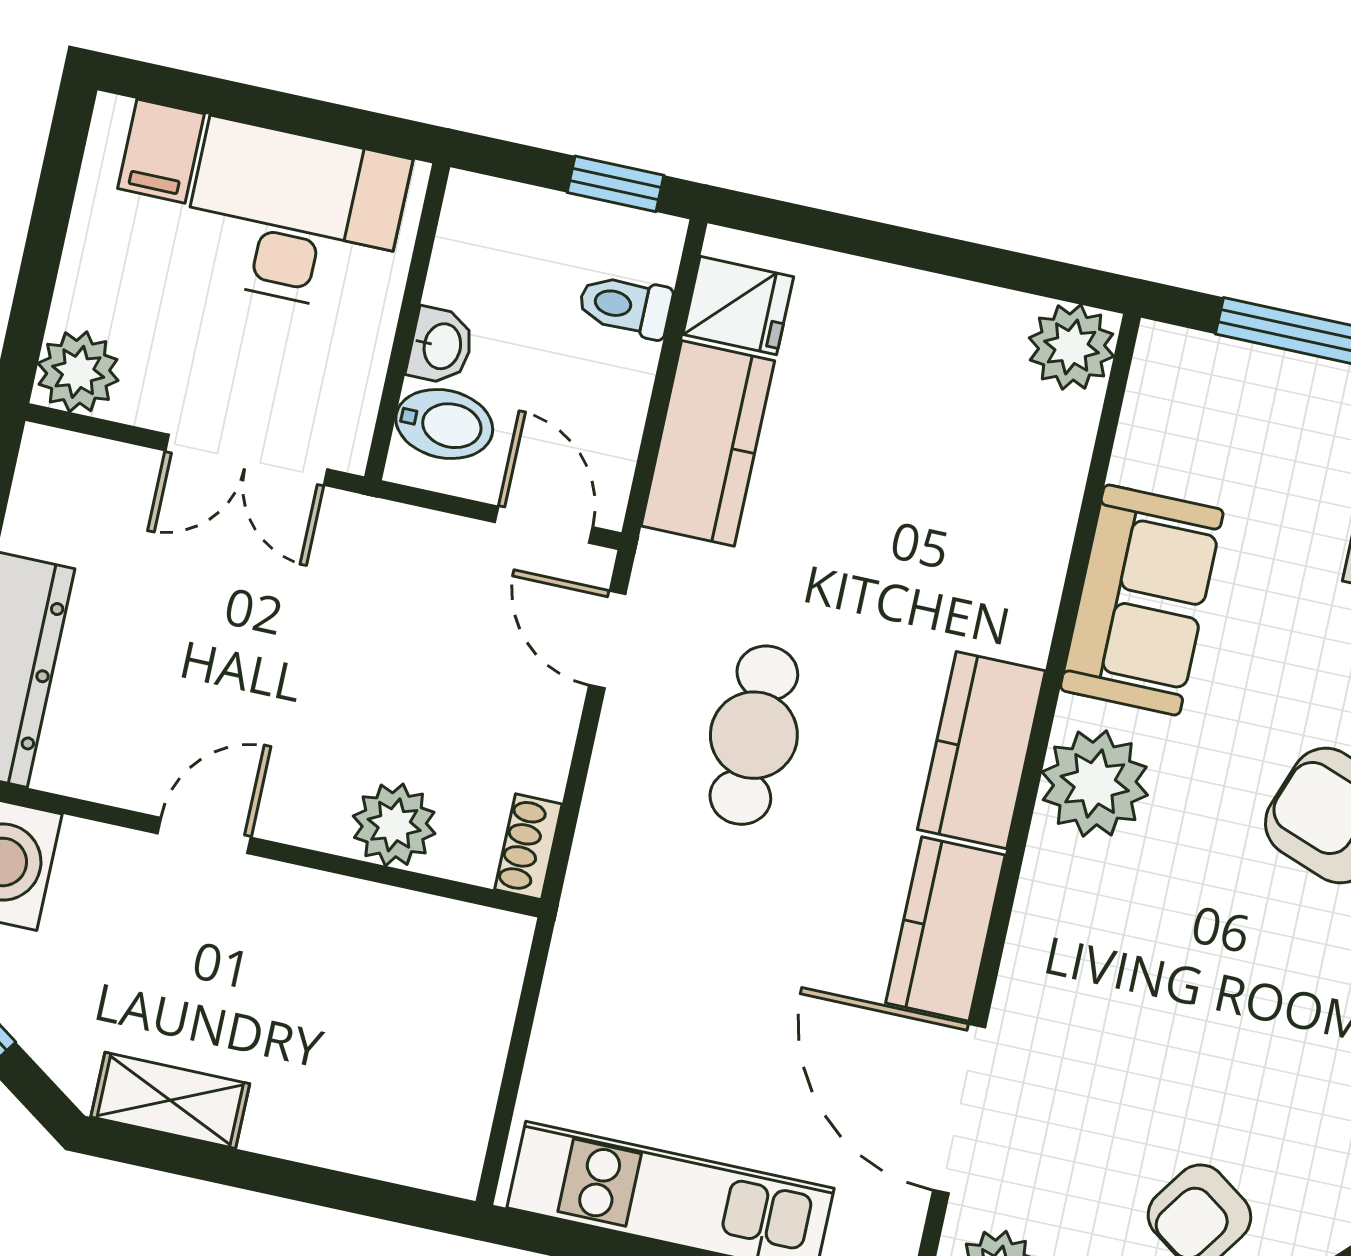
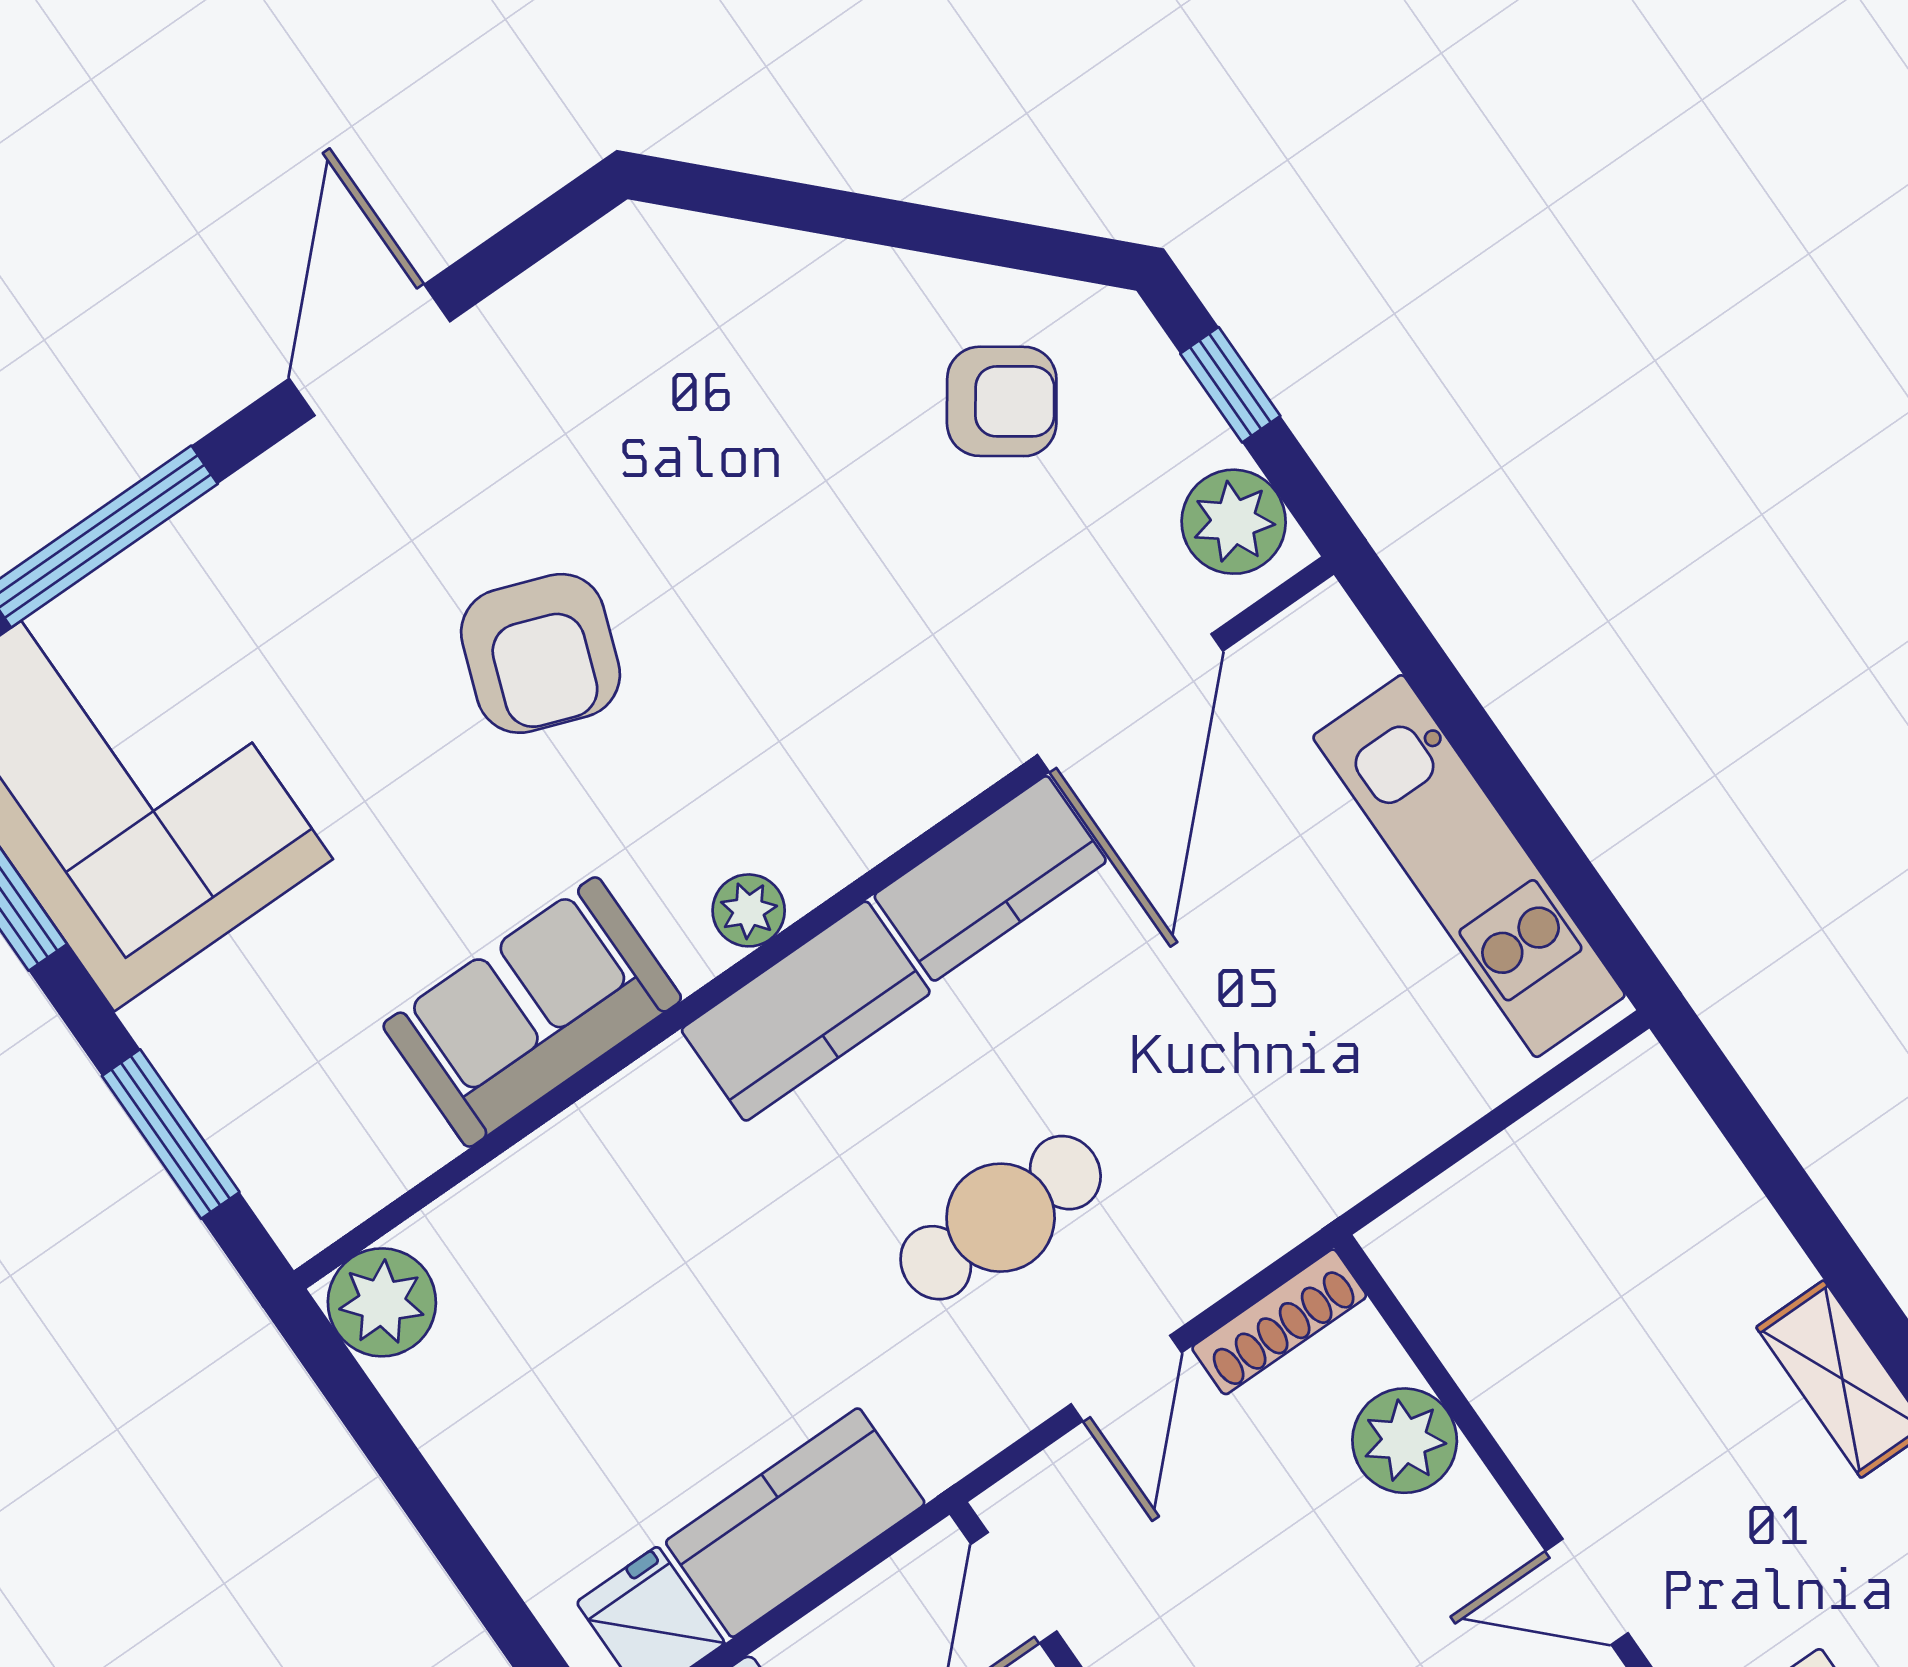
door: (607, 640) -> (1126, 1378), moved
plant: (1095, 783) -> (749, 910), width x0.53, depth x0.53
shoe rack: (528, 847) -> (1279, 1322), width x1.43

